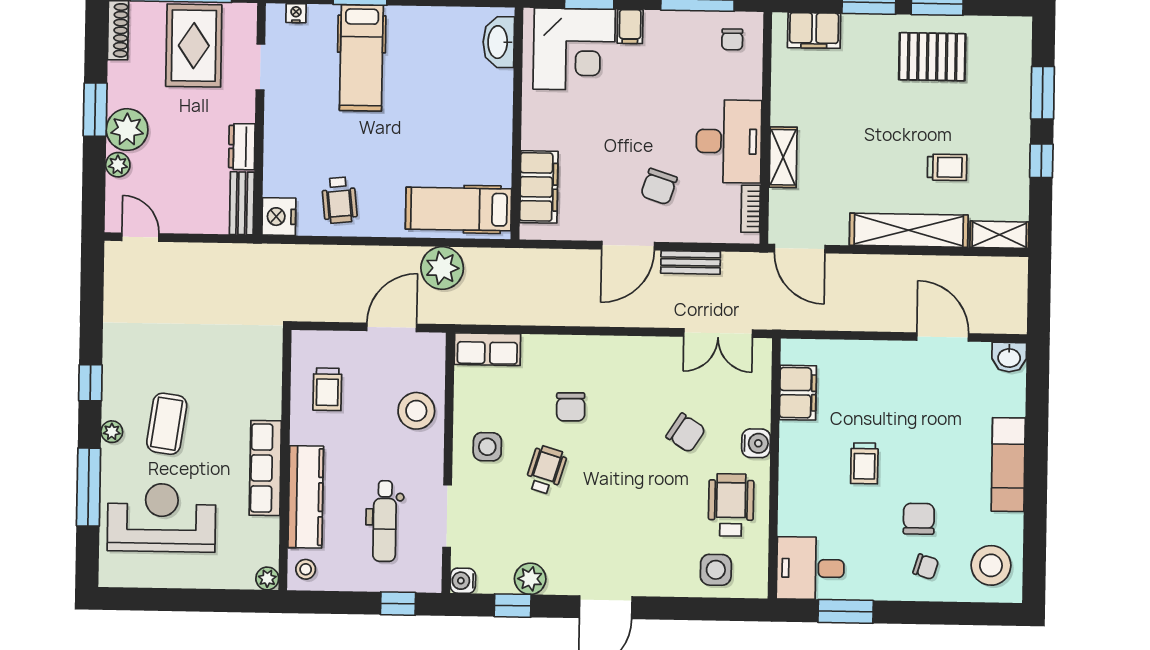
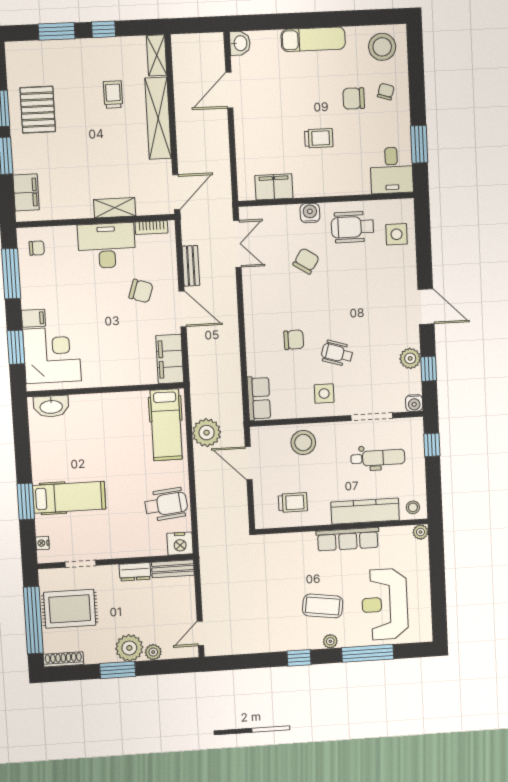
filing cabinet: (539, 187) -> (170, 359), moved, turned -90
wheelchair: (339, 200) -> (166, 504), width x1.36, depth x1.37

